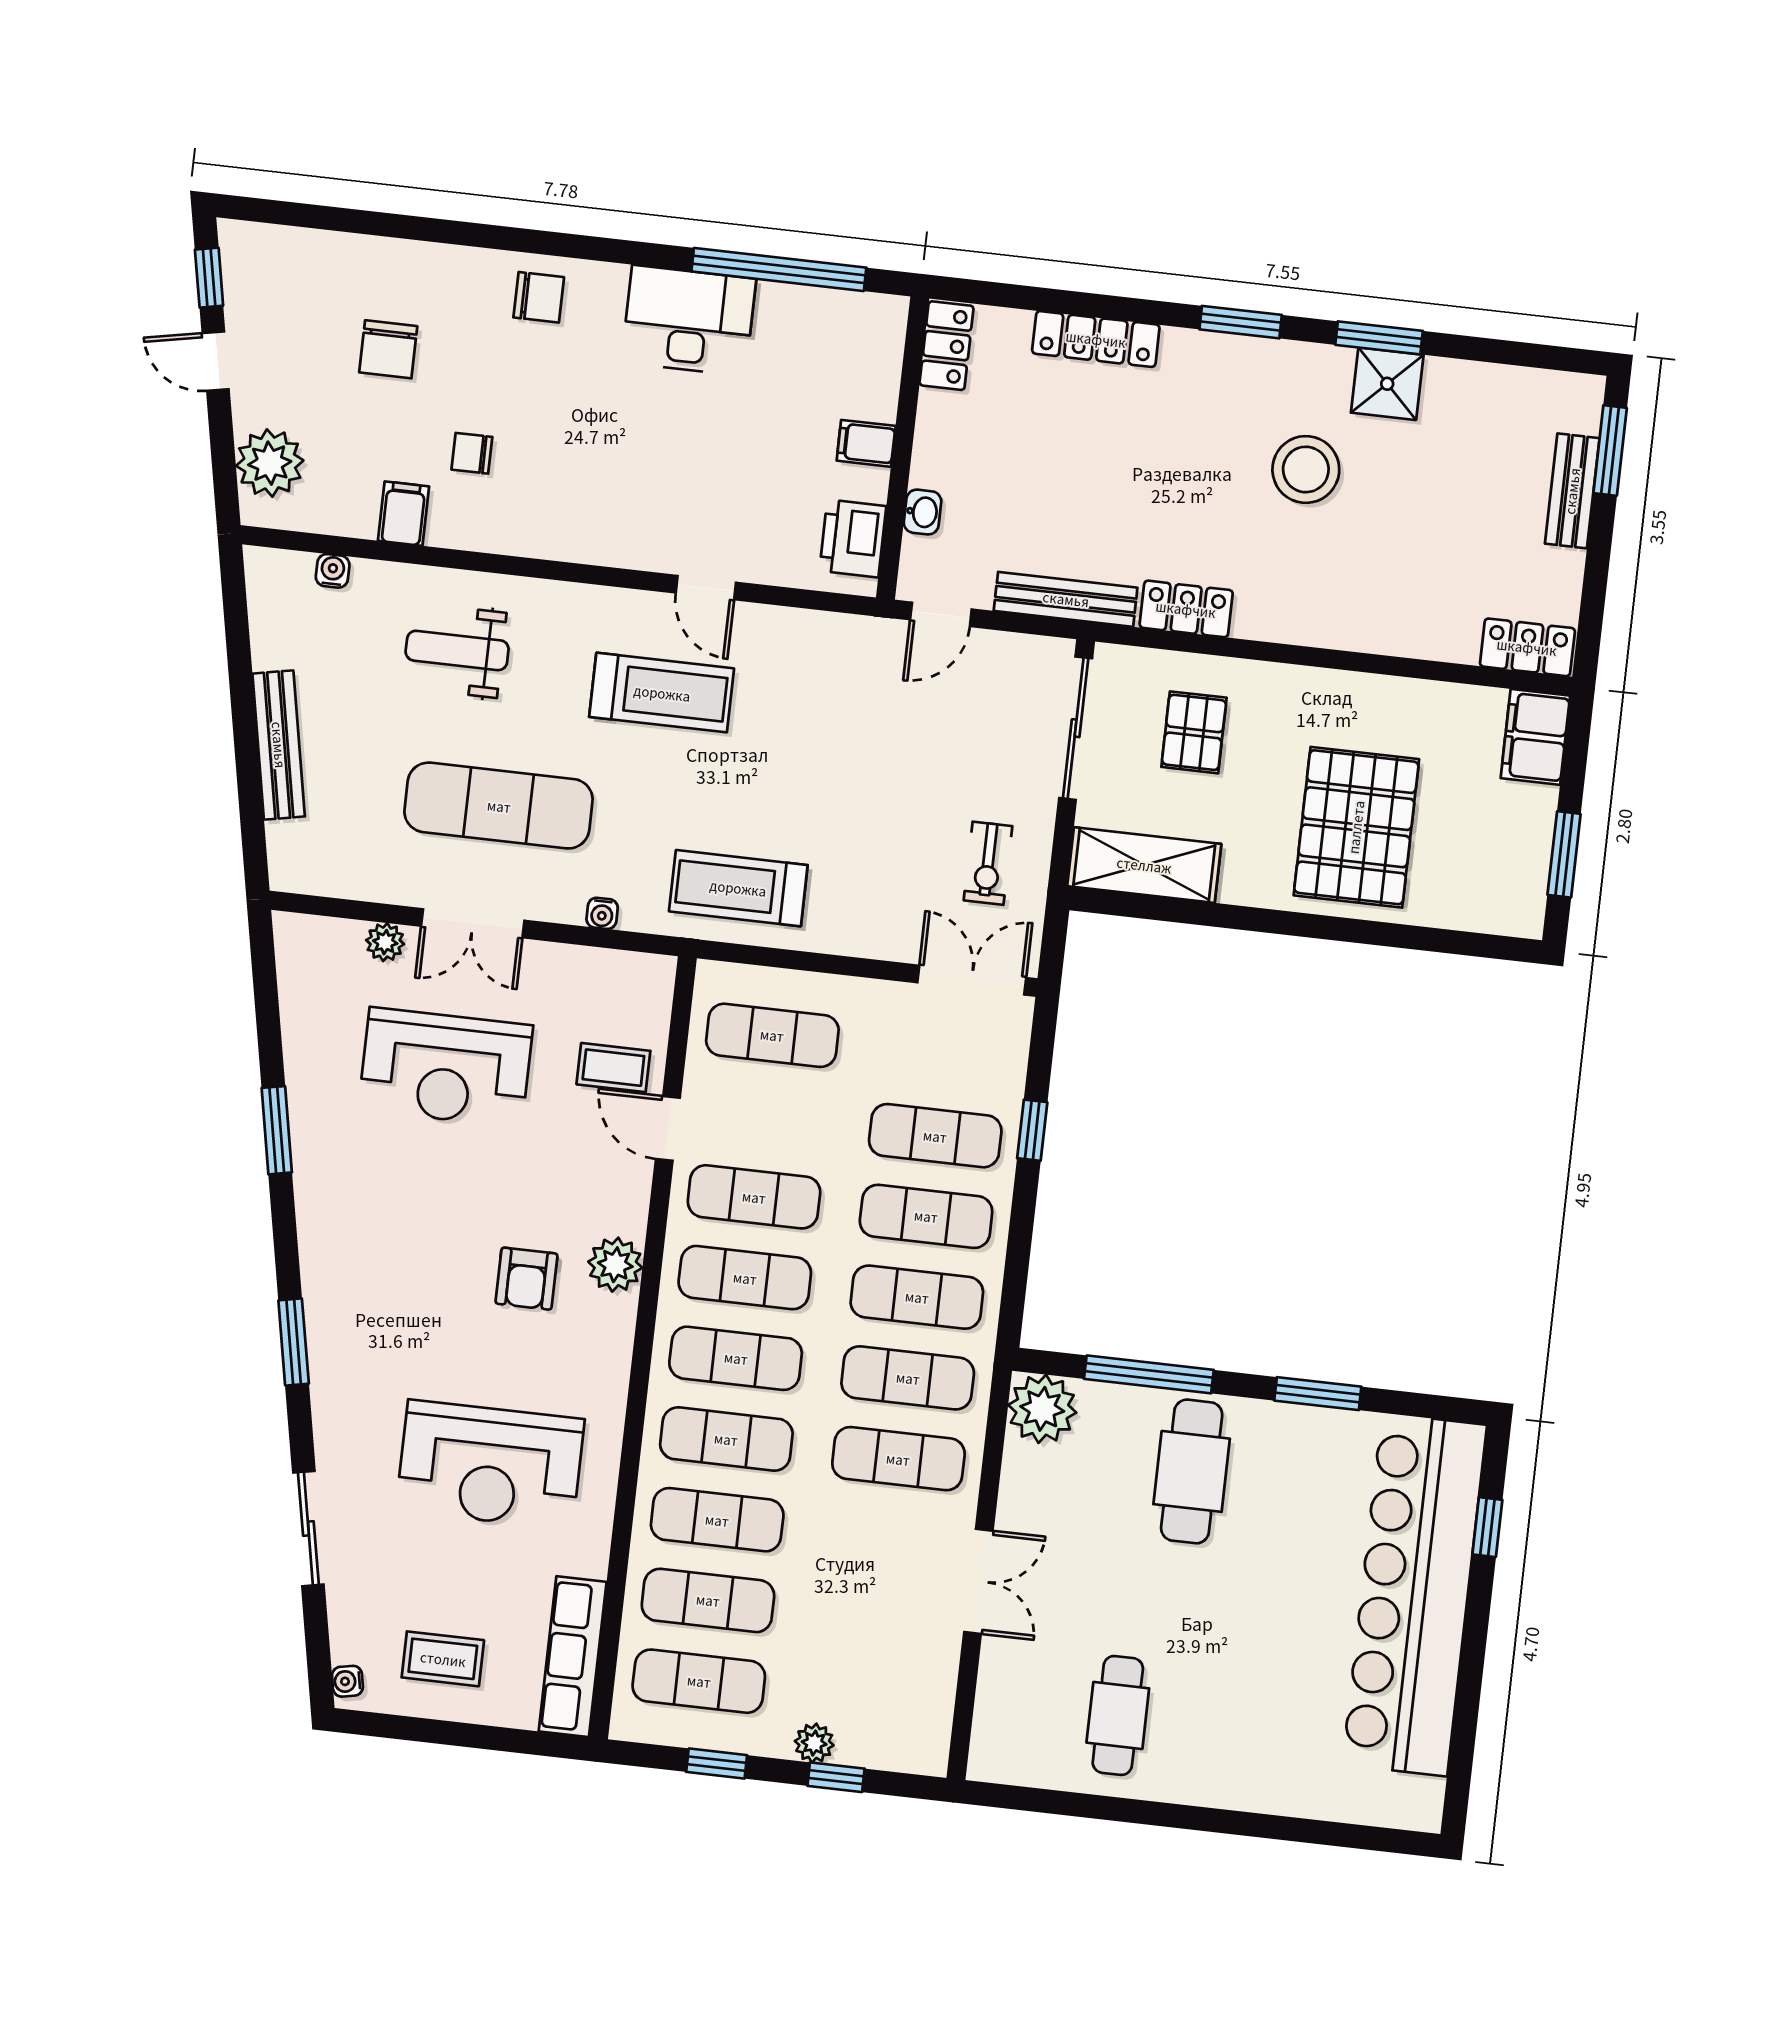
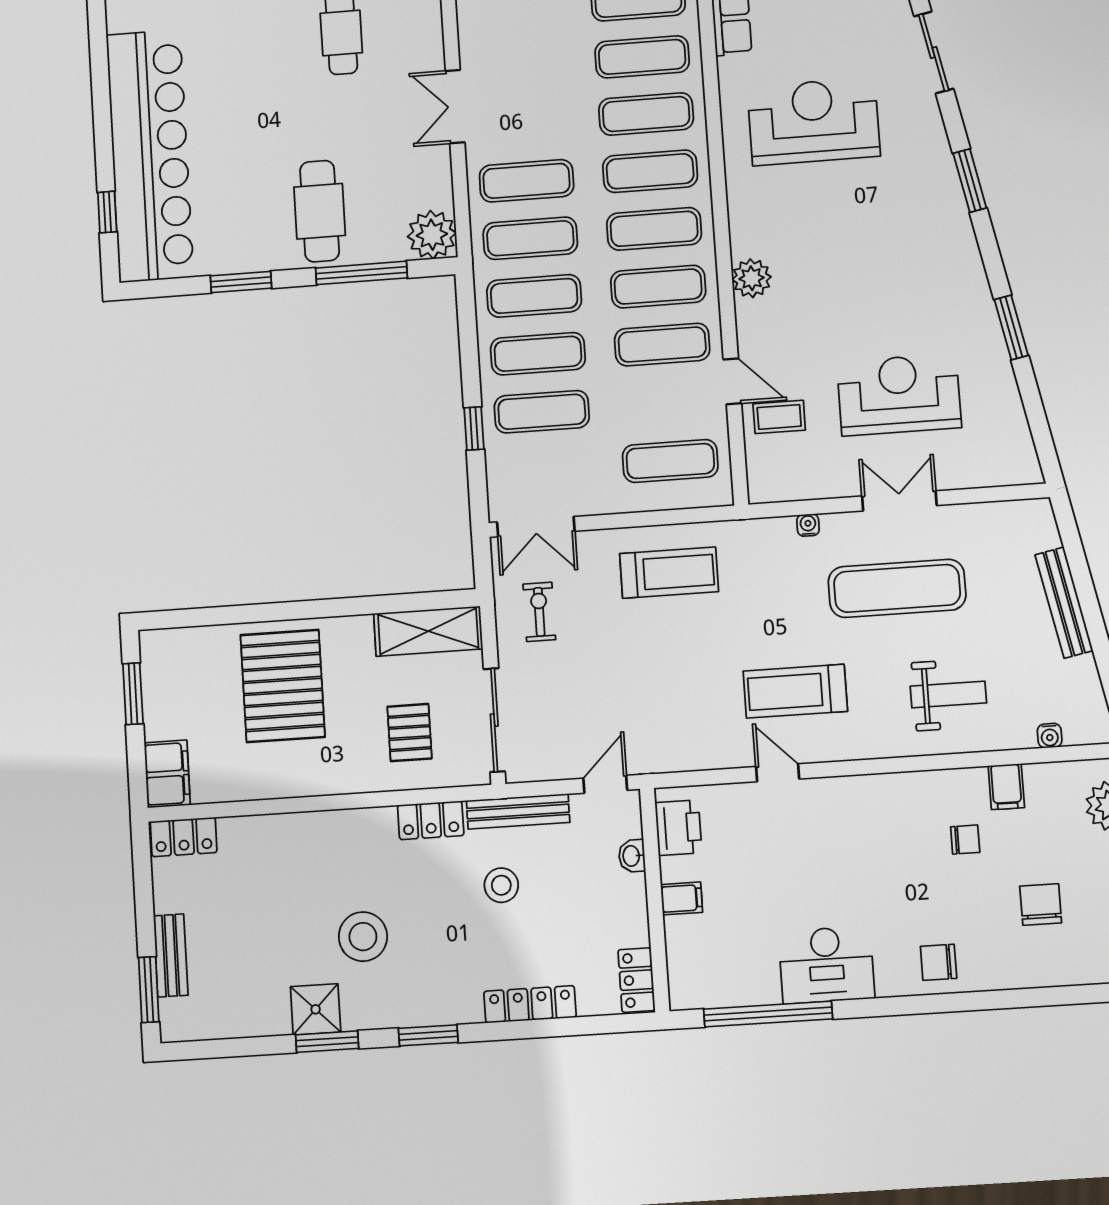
stool: (1106, 505) -> (501, 885), added
treadmill: (738, 888) -> (669, 573), moved
plant: (385, 942) -> (960, 476), removed
armchair: (526, 1279) -> (813, 257), removed

